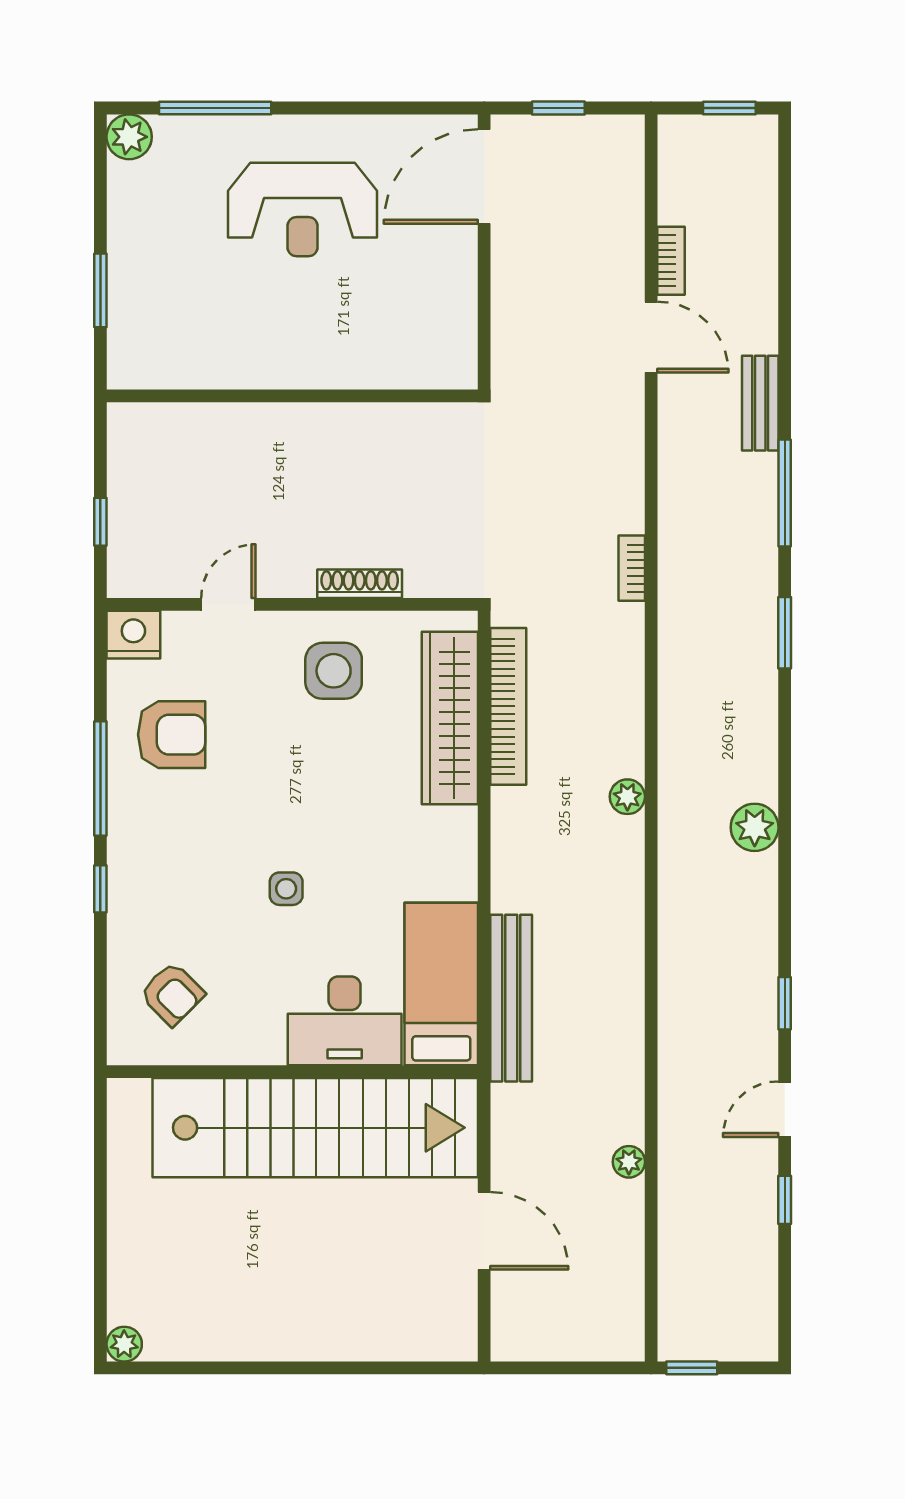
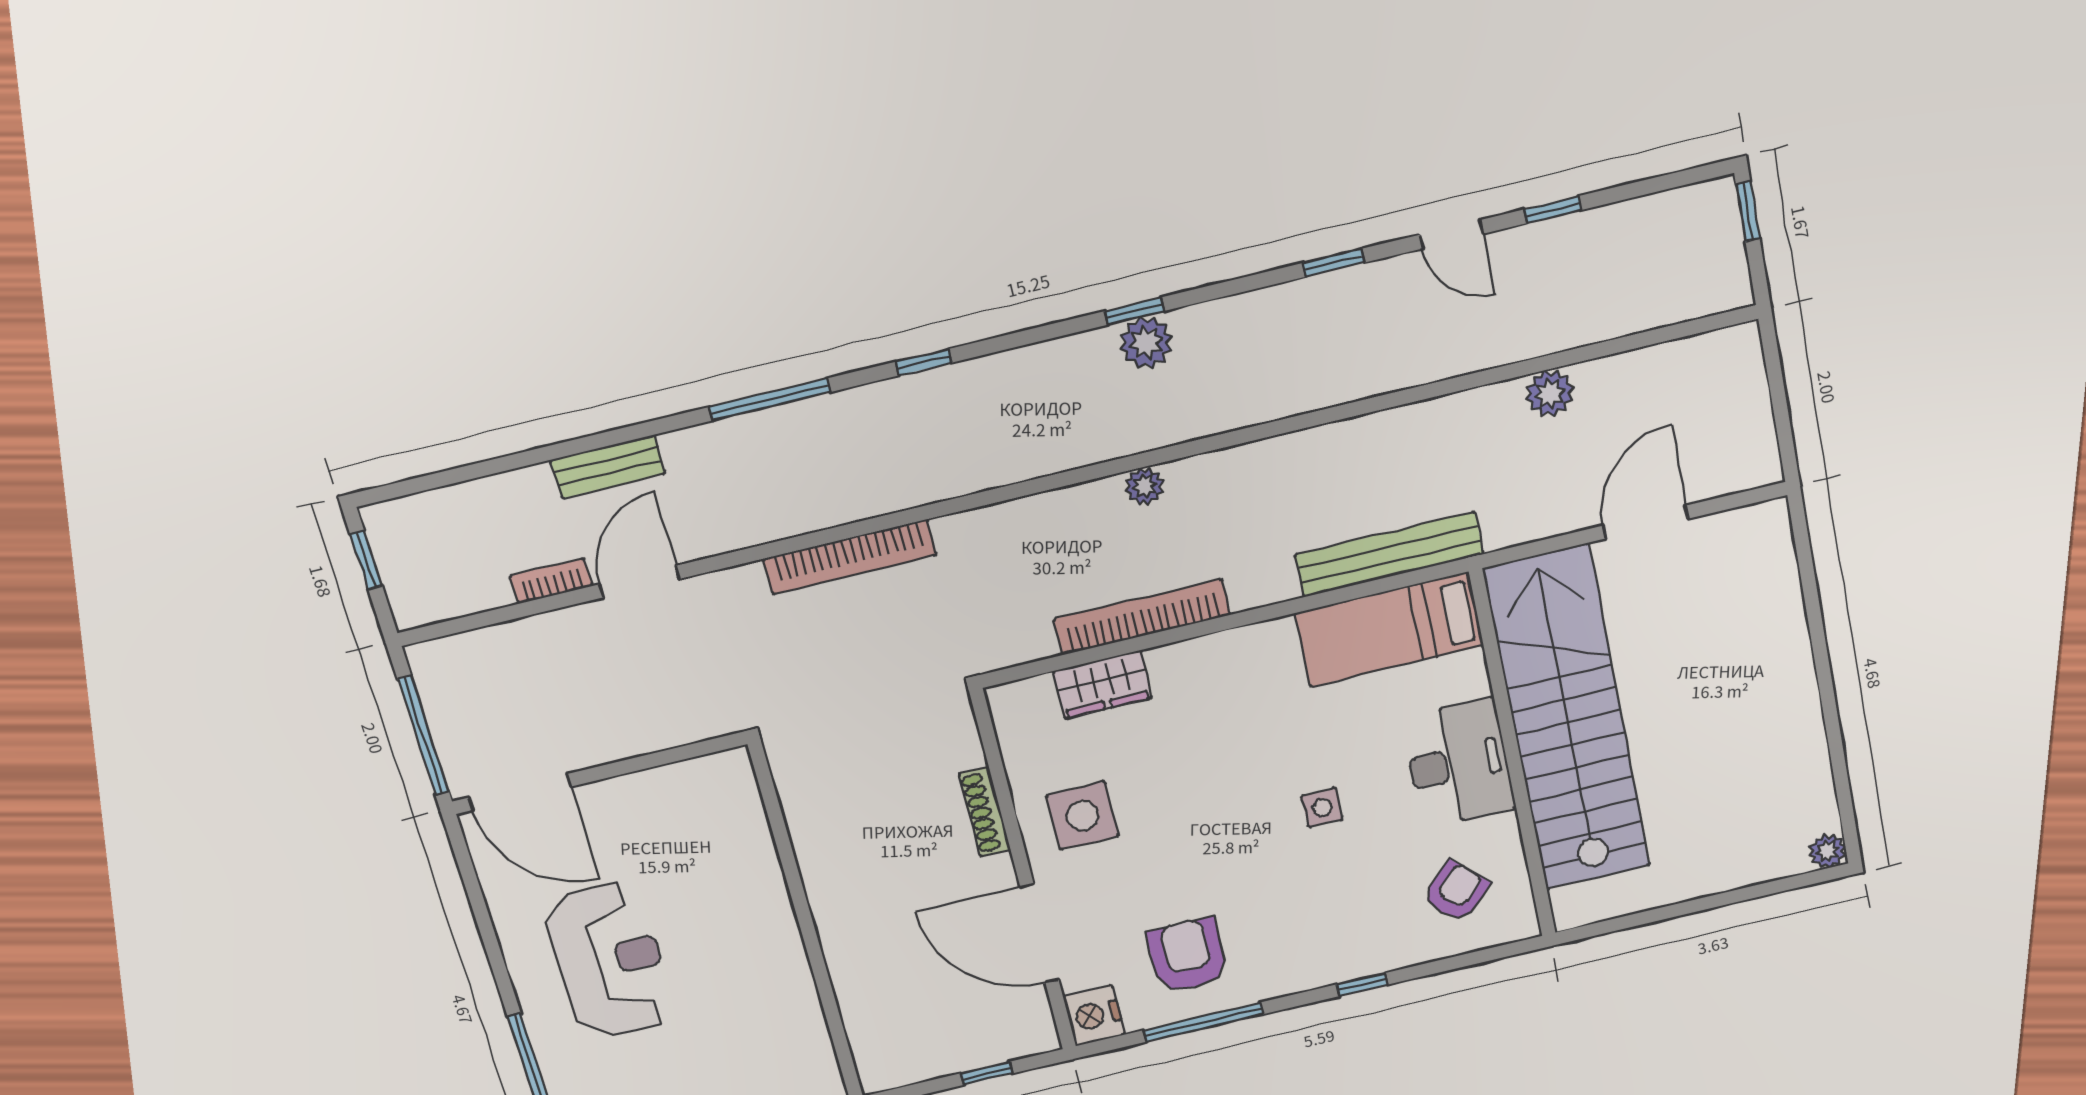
window: (558, 108) -> (423, 735), width x2.17
bench: (760, 403) -> (608, 467), moved
bookcase: (632, 568) -> (850, 557), width x2.31, depth x1.31
door: (228, 604) -> (1039, 934), width x1.88
window: (785, 633) -> (923, 362), width x0.67
bookcase: (508, 706) -> (1142, 617), moved
wardrobe: (450, 718) -> (1103, 684), width x0.48, depth x0.85
window: (100, 778) -> (1204, 1022), moved
window: (785, 824) -> (1135, 311), added
desk: (345, 1021) -> (1458, 764), moved
plant: (629, 1162) -> (1550, 393), width x1.38, depth x1.38
window: (692, 1368) -> (1748, 212), moved

